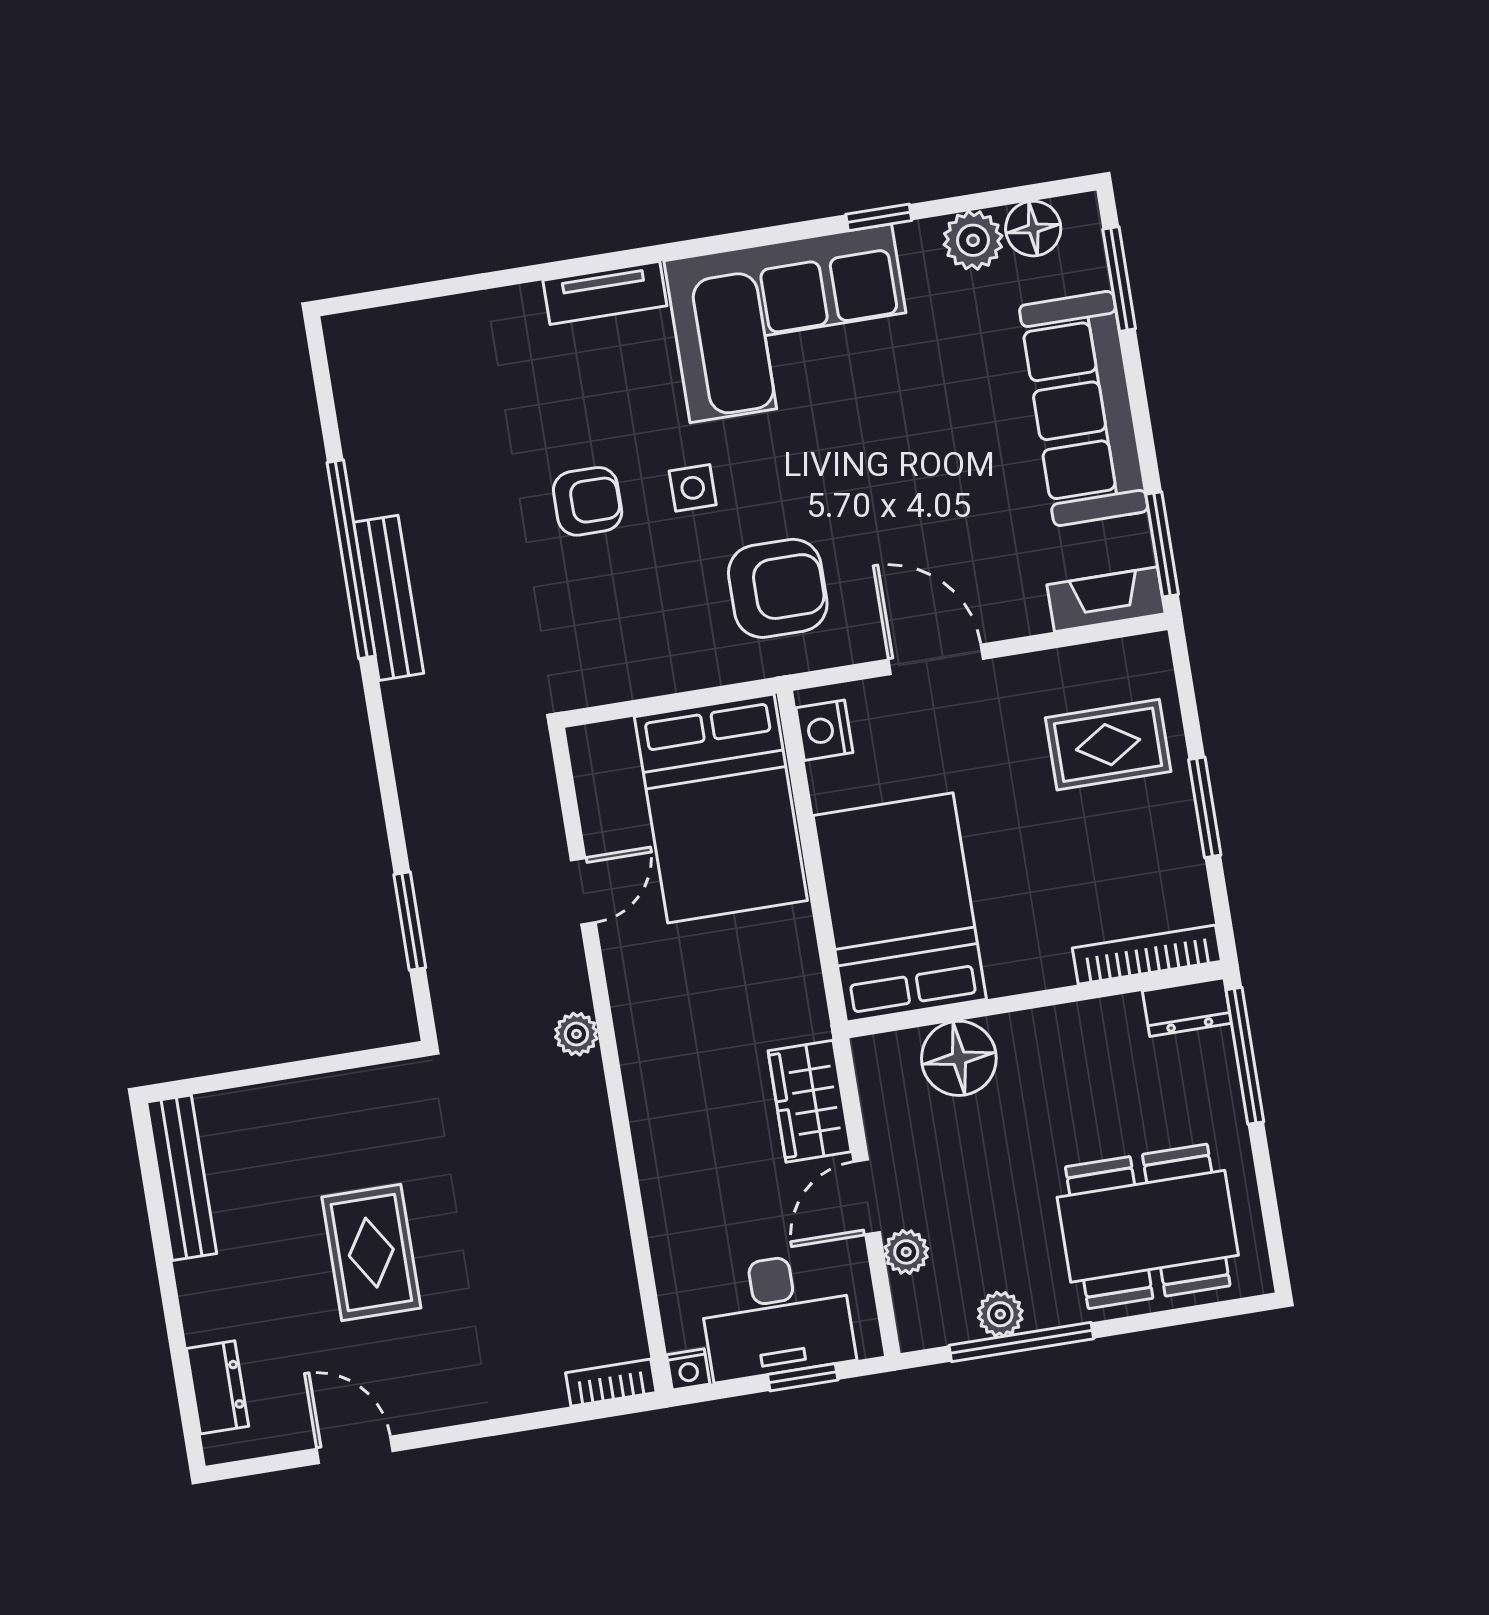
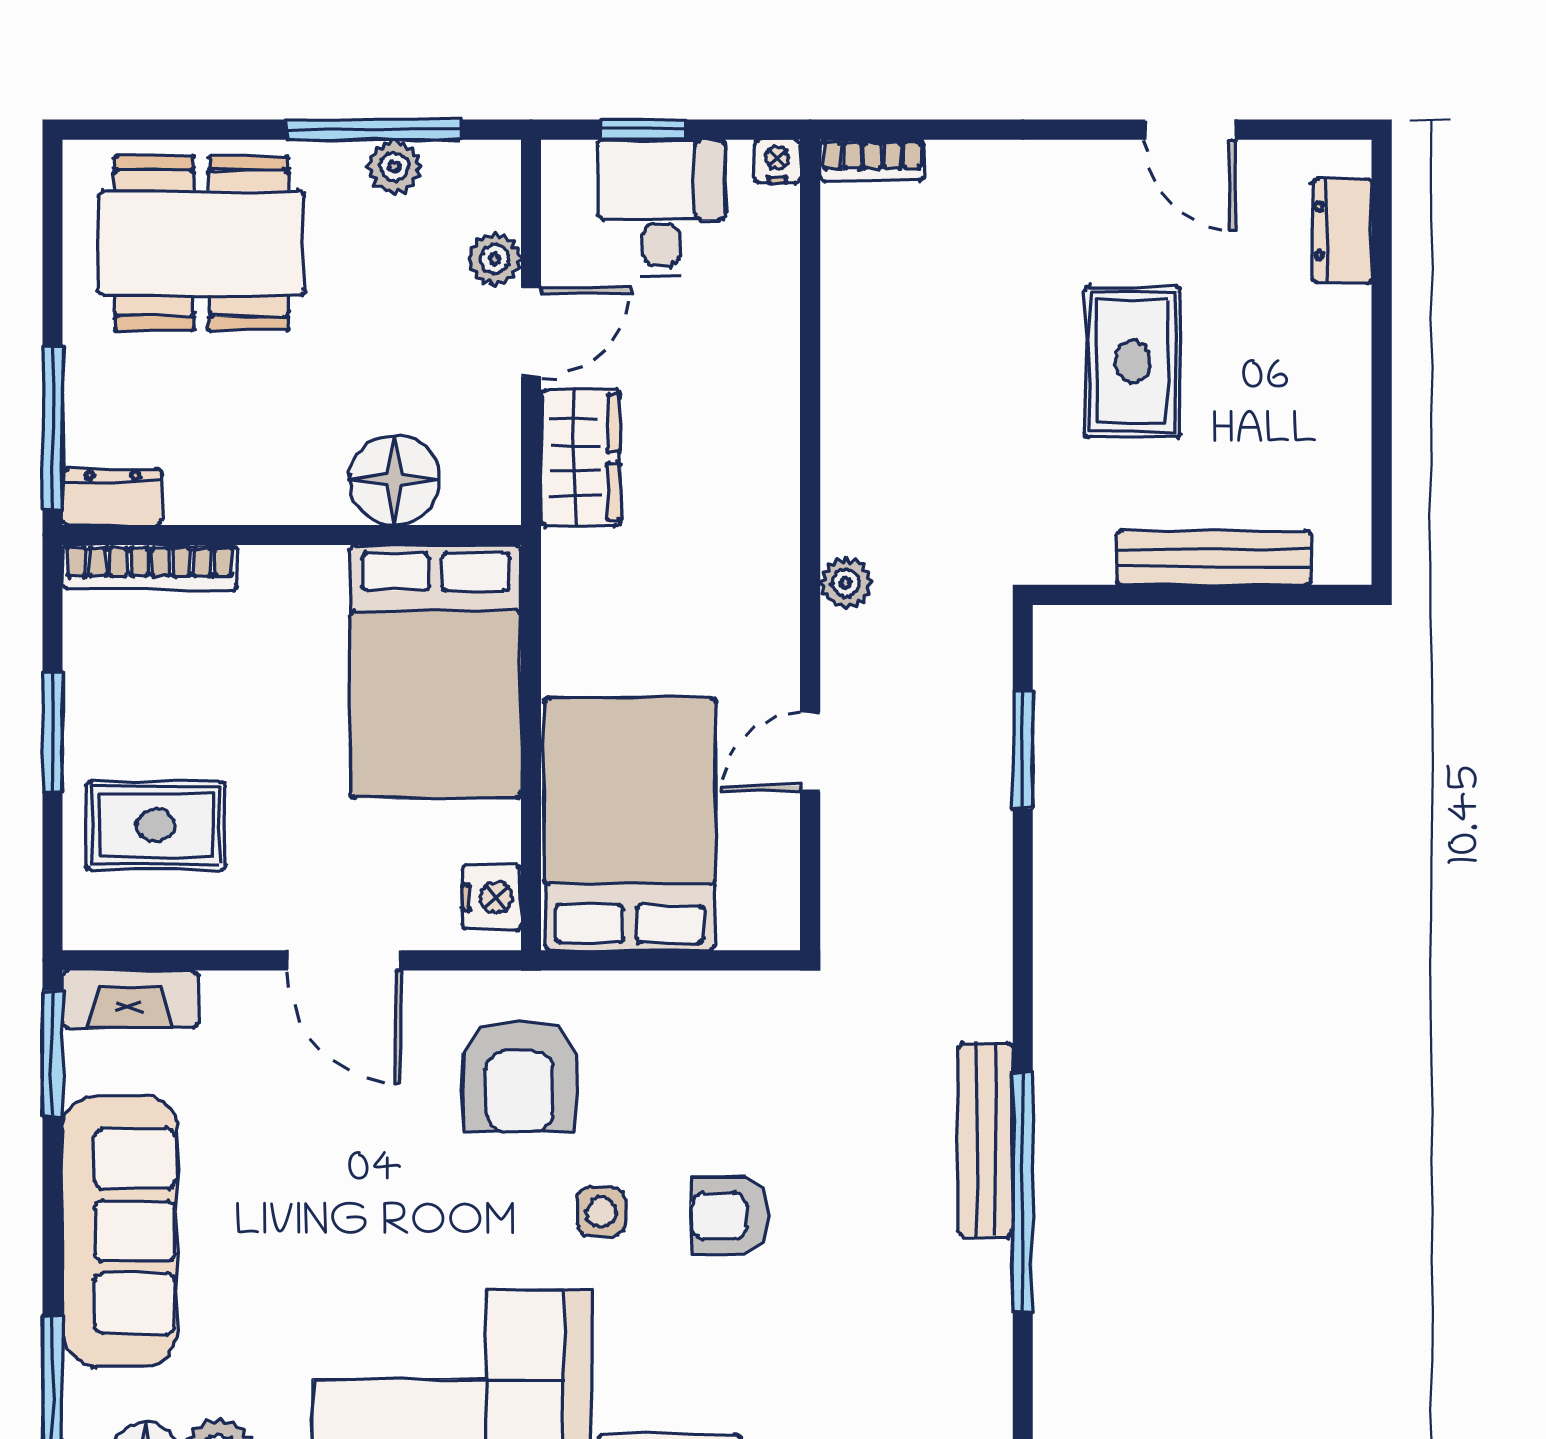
armchair: (778, 588) -> (520, 1076), turned -90
bench: (182, 1178) -> (1214, 558), moved, turned 90
desk: (776, 1316) -> (662, 208), width x0.73

